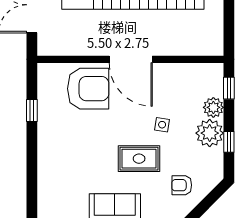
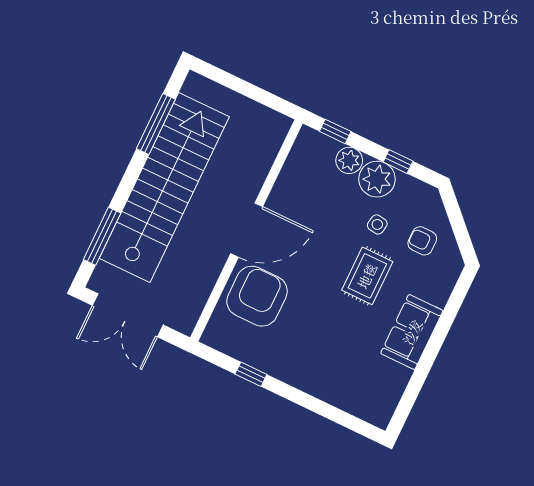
side table: (162, 125) -> (377, 224), moved
armchair: (182, 185) -> (422, 241), turned 90

